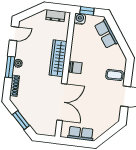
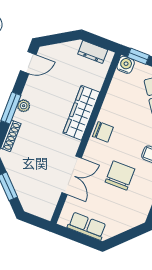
chair: (94, 94) -> (120, 176), added
double door: (62, 102) -> (72, 175), width x0.73

